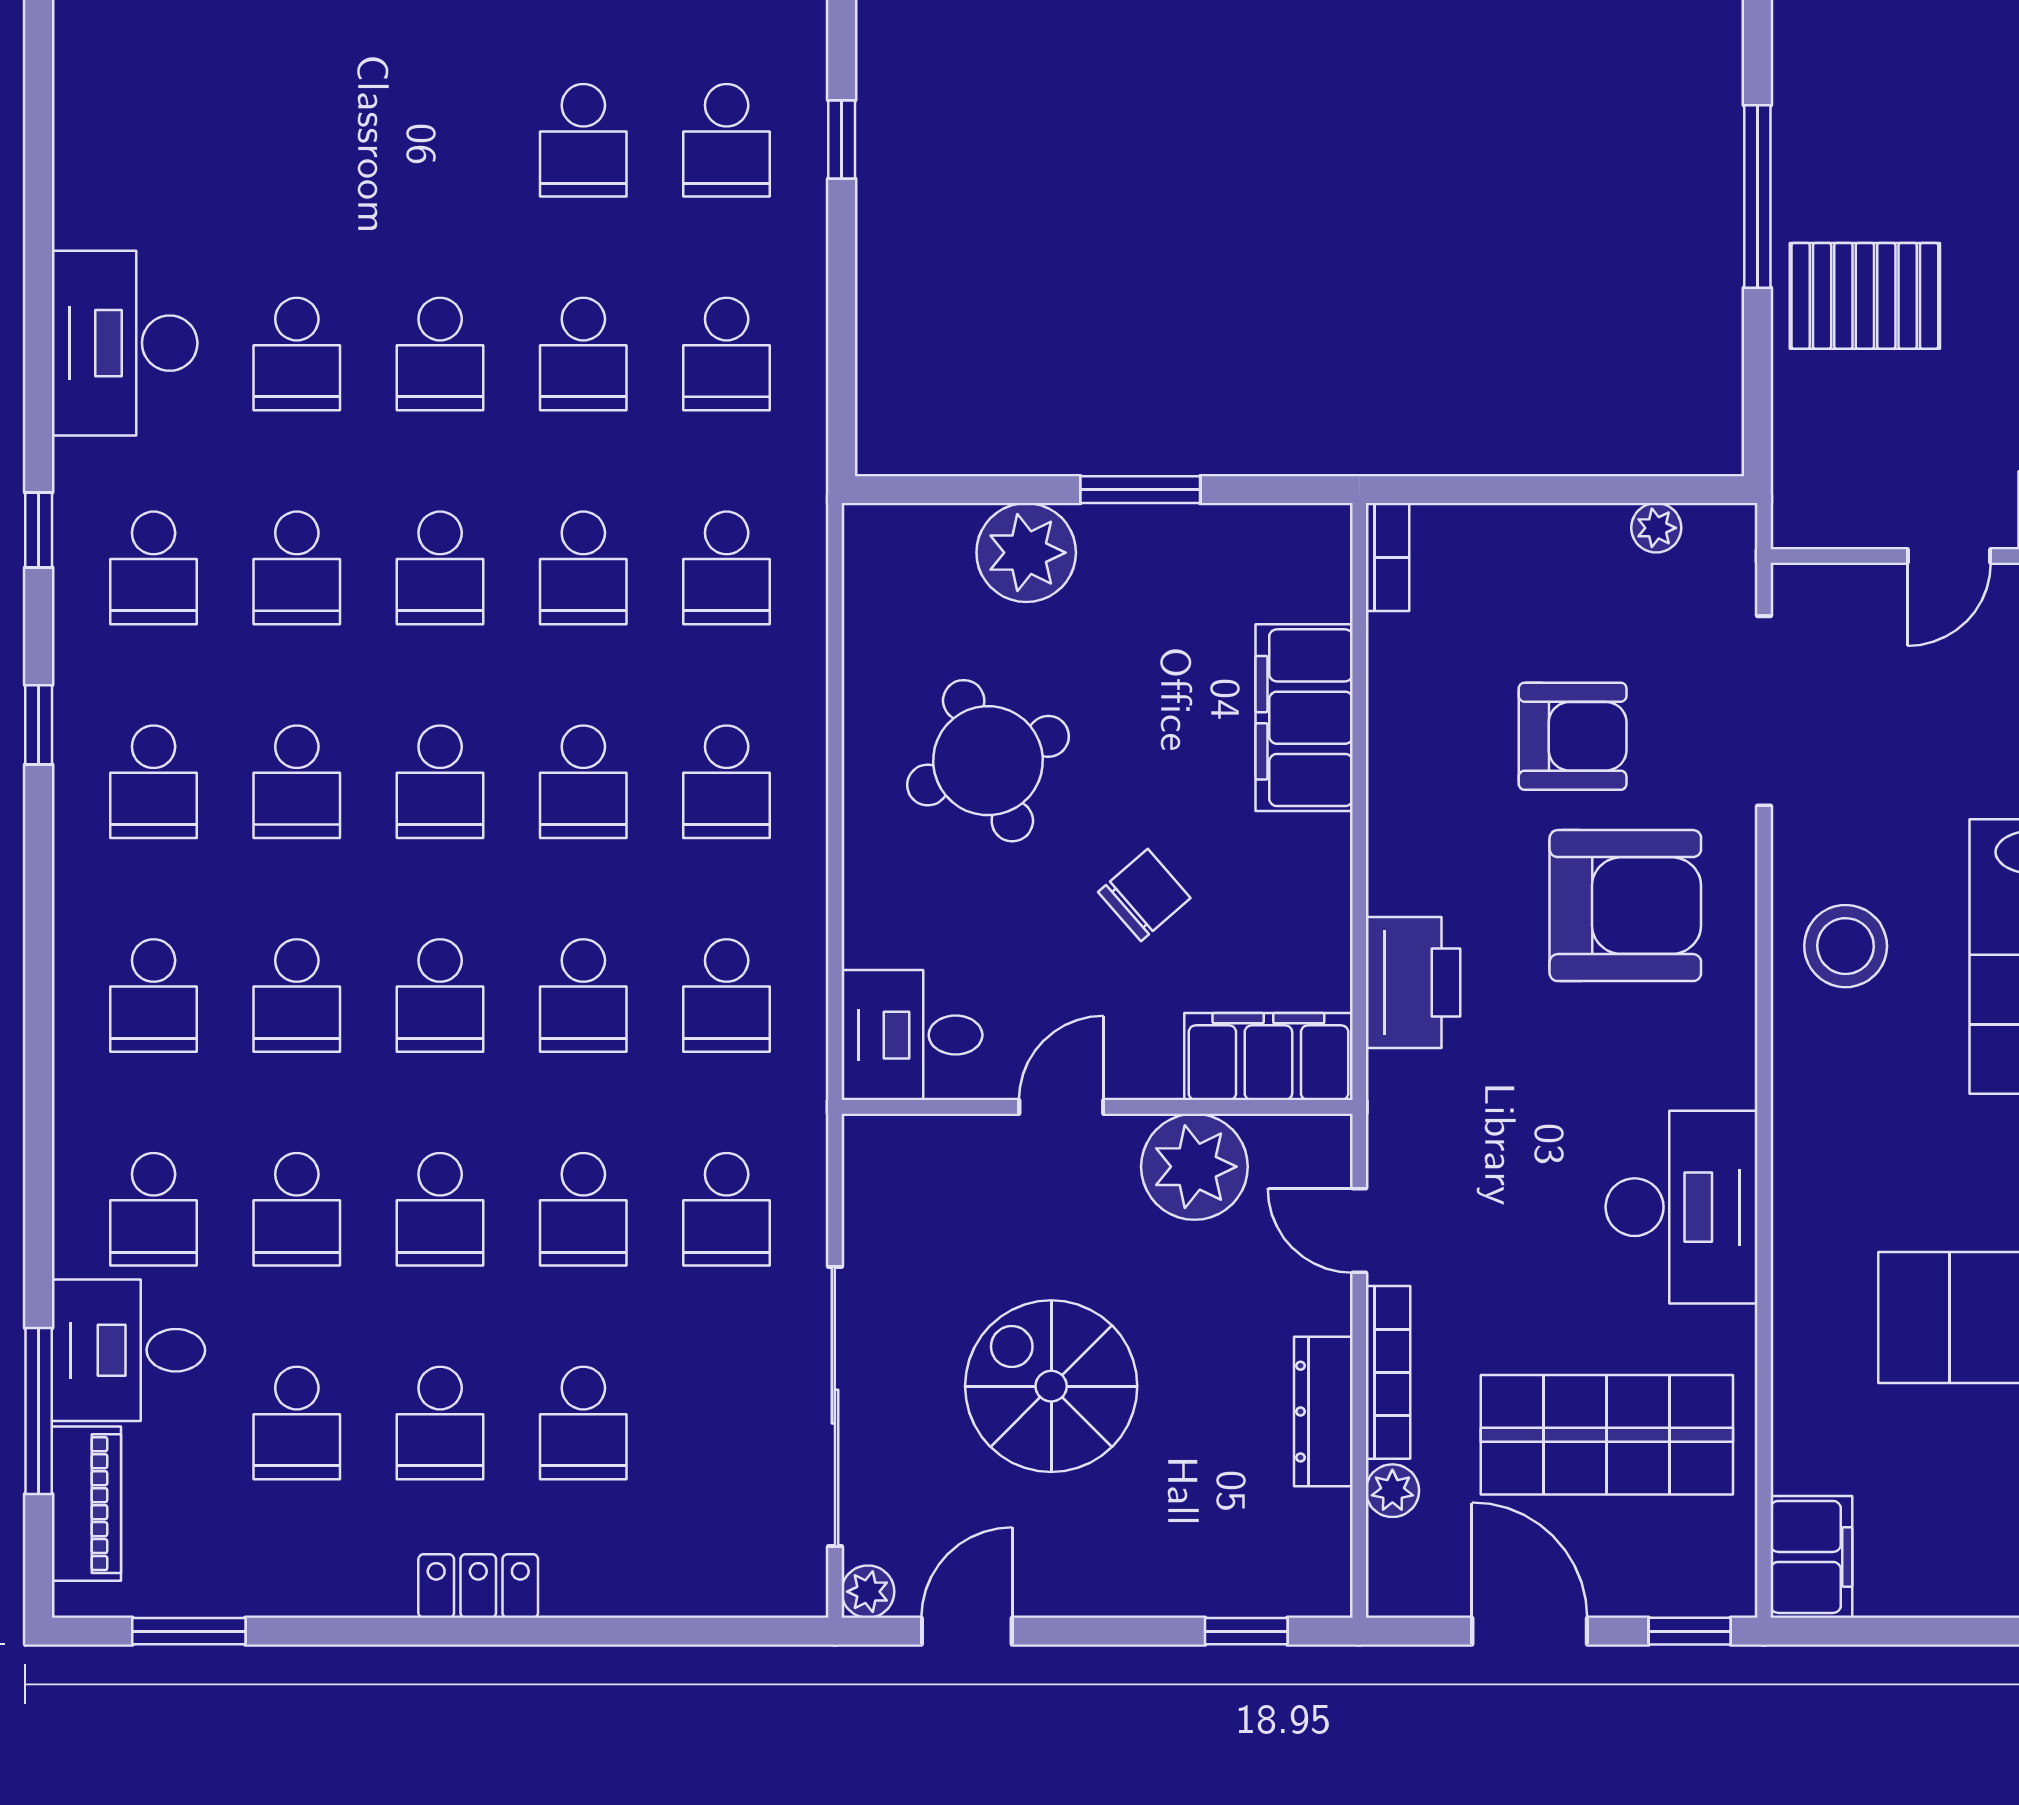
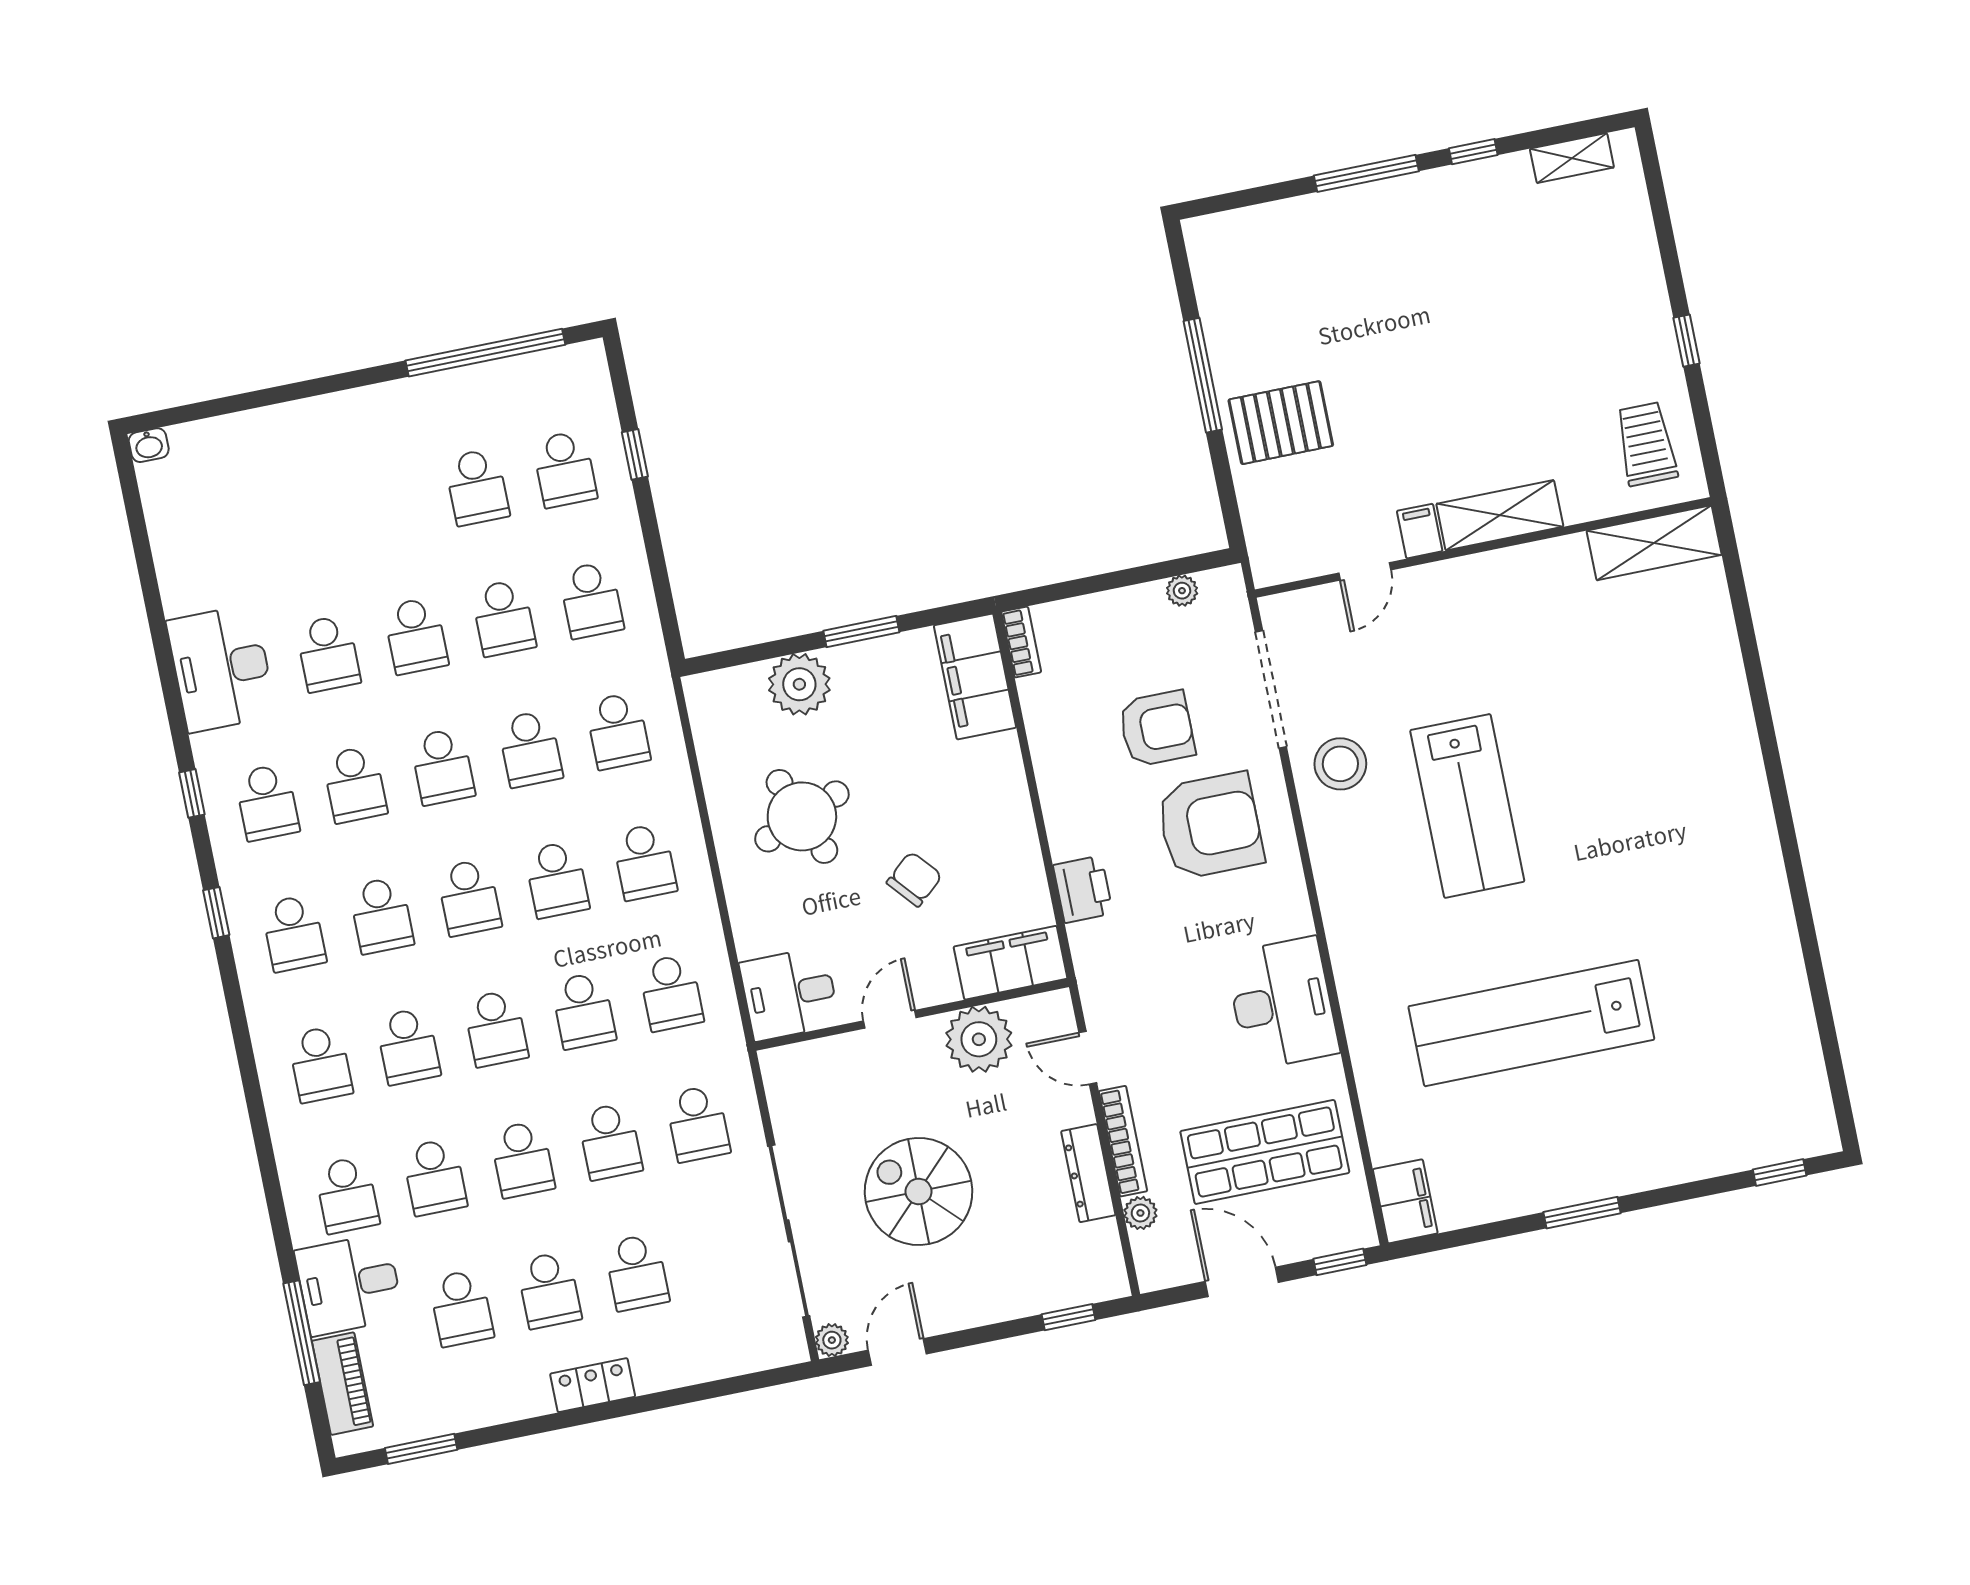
filing cabinet: (1304, 718) -> (975, 676), moved
stool: (1846, 946) -> (1340, 764), moved
printer: (1413, 982) -> (1083, 889), width x0.73, depth x0.84

